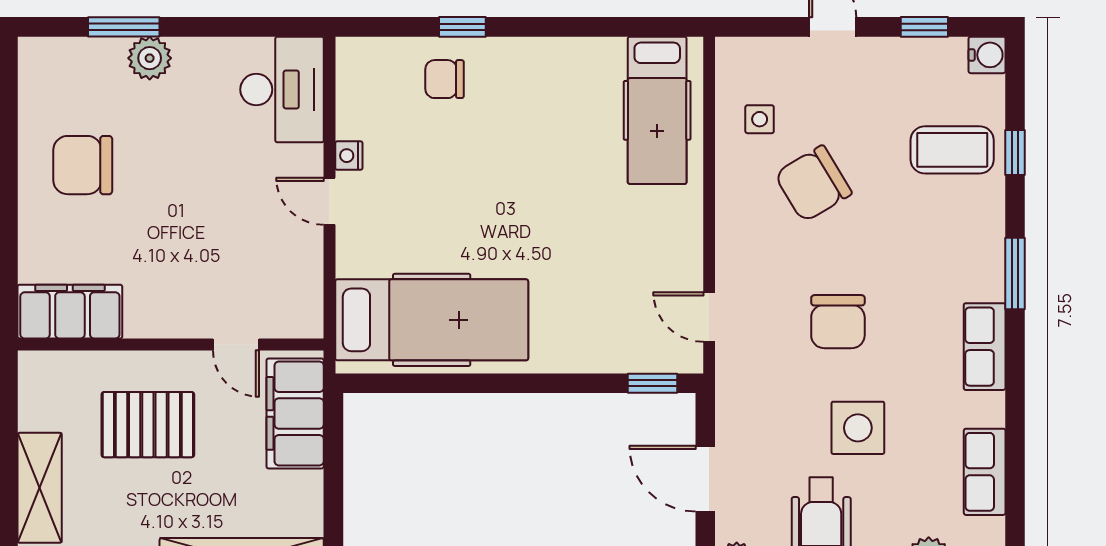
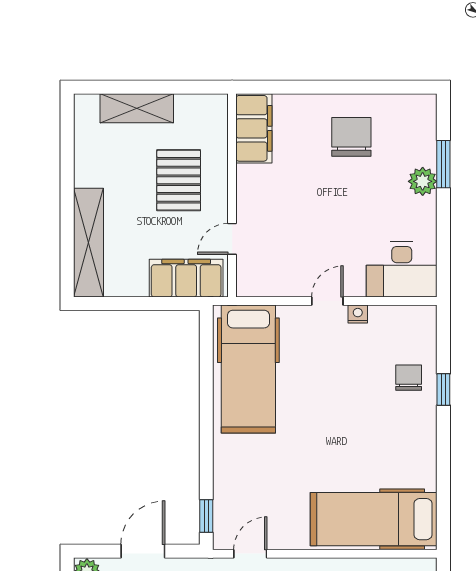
hospital bed: (657, 110) -> (374, 519), width x1.37, depth x1.29

